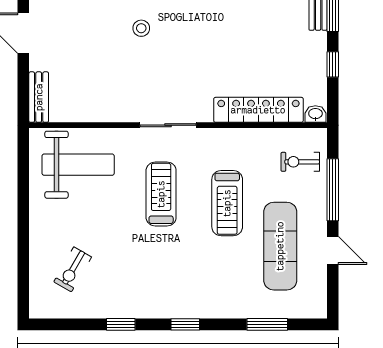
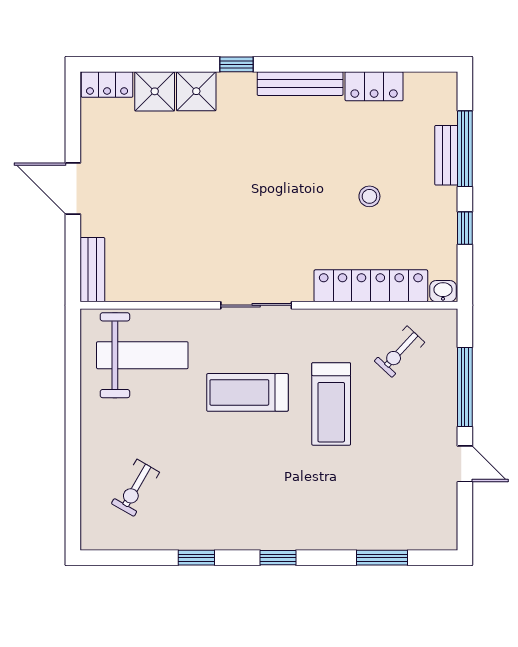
stool: (141, 28) -> (369, 196), moved
exercise bike: (300, 162) -> (399, 352), moved, turned -47
treadmill: (161, 194) -> (247, 392), turned -90
exercise mat: (280, 246) -> (398, 458), removed

